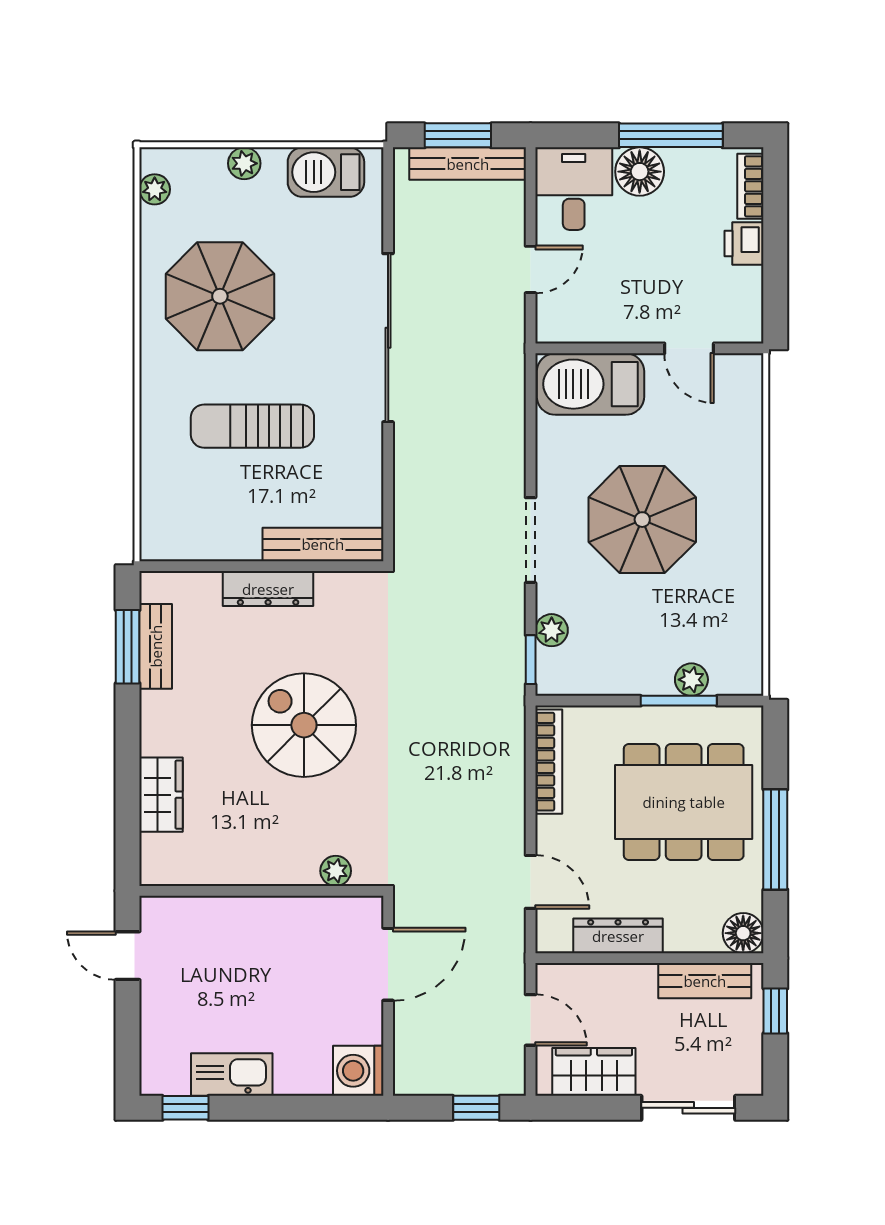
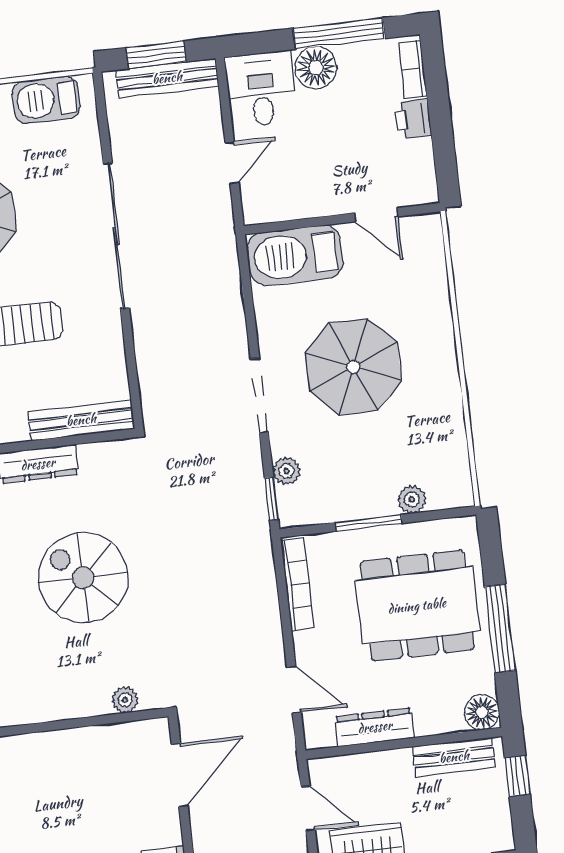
window: (679, 701) -> (369, 523), moved

